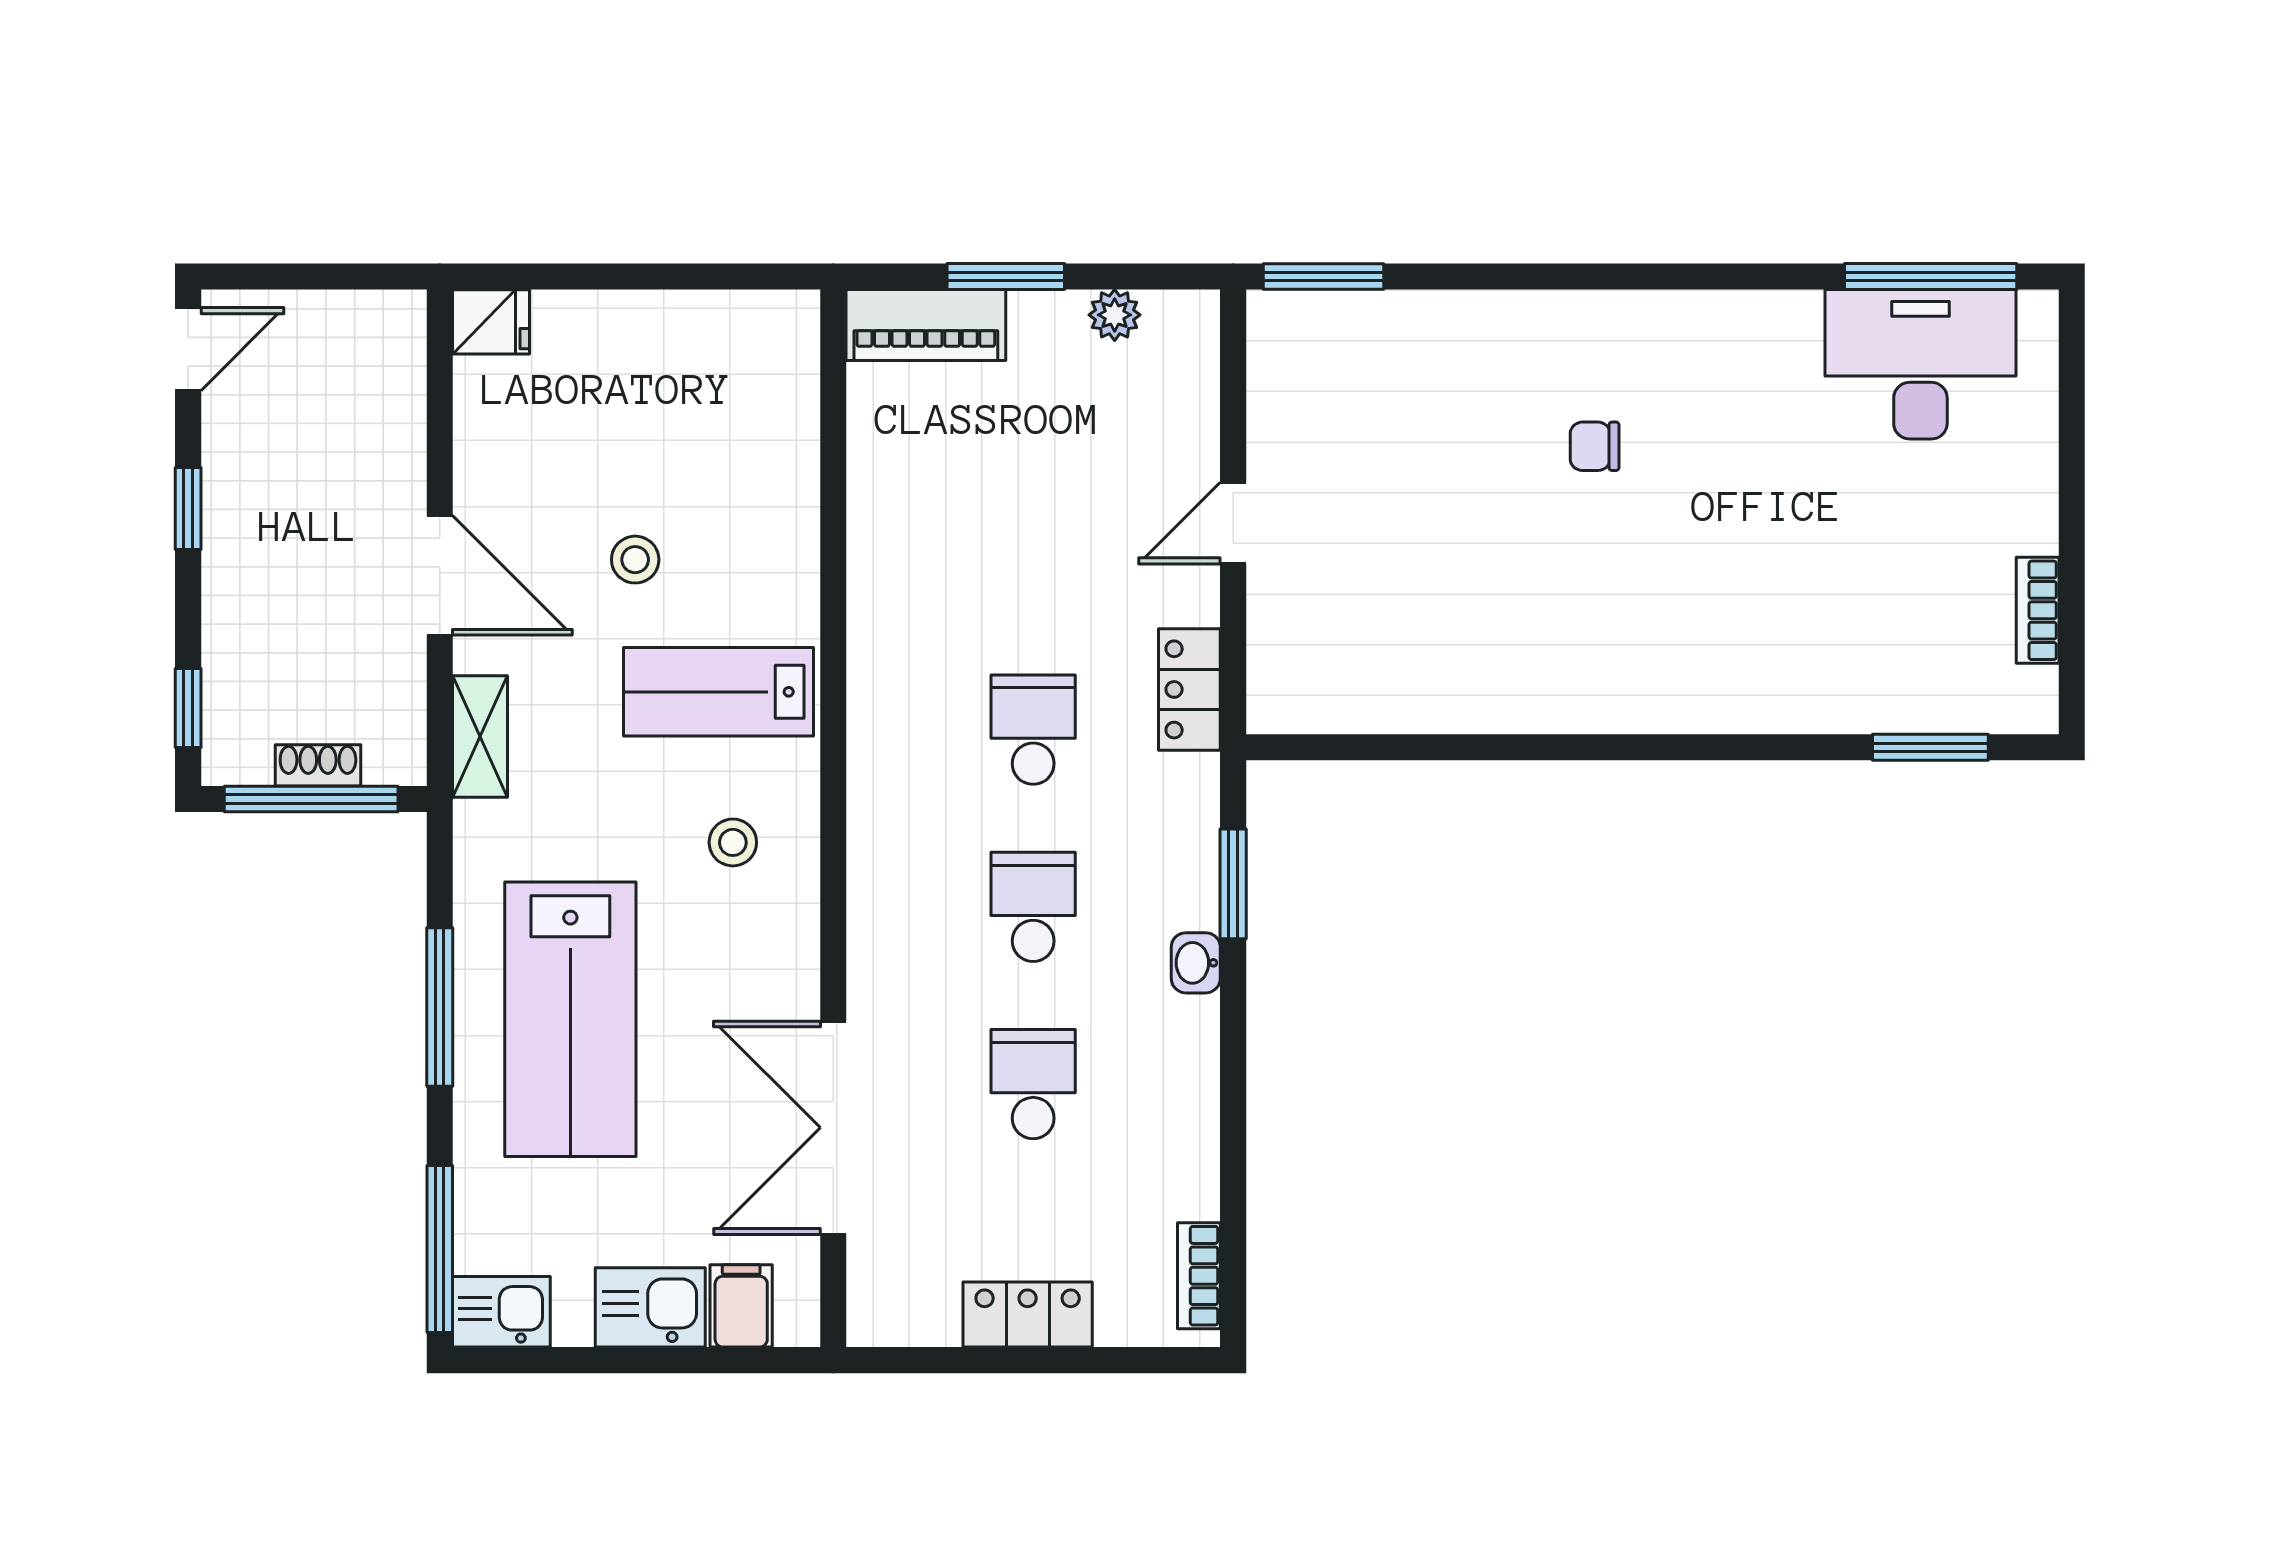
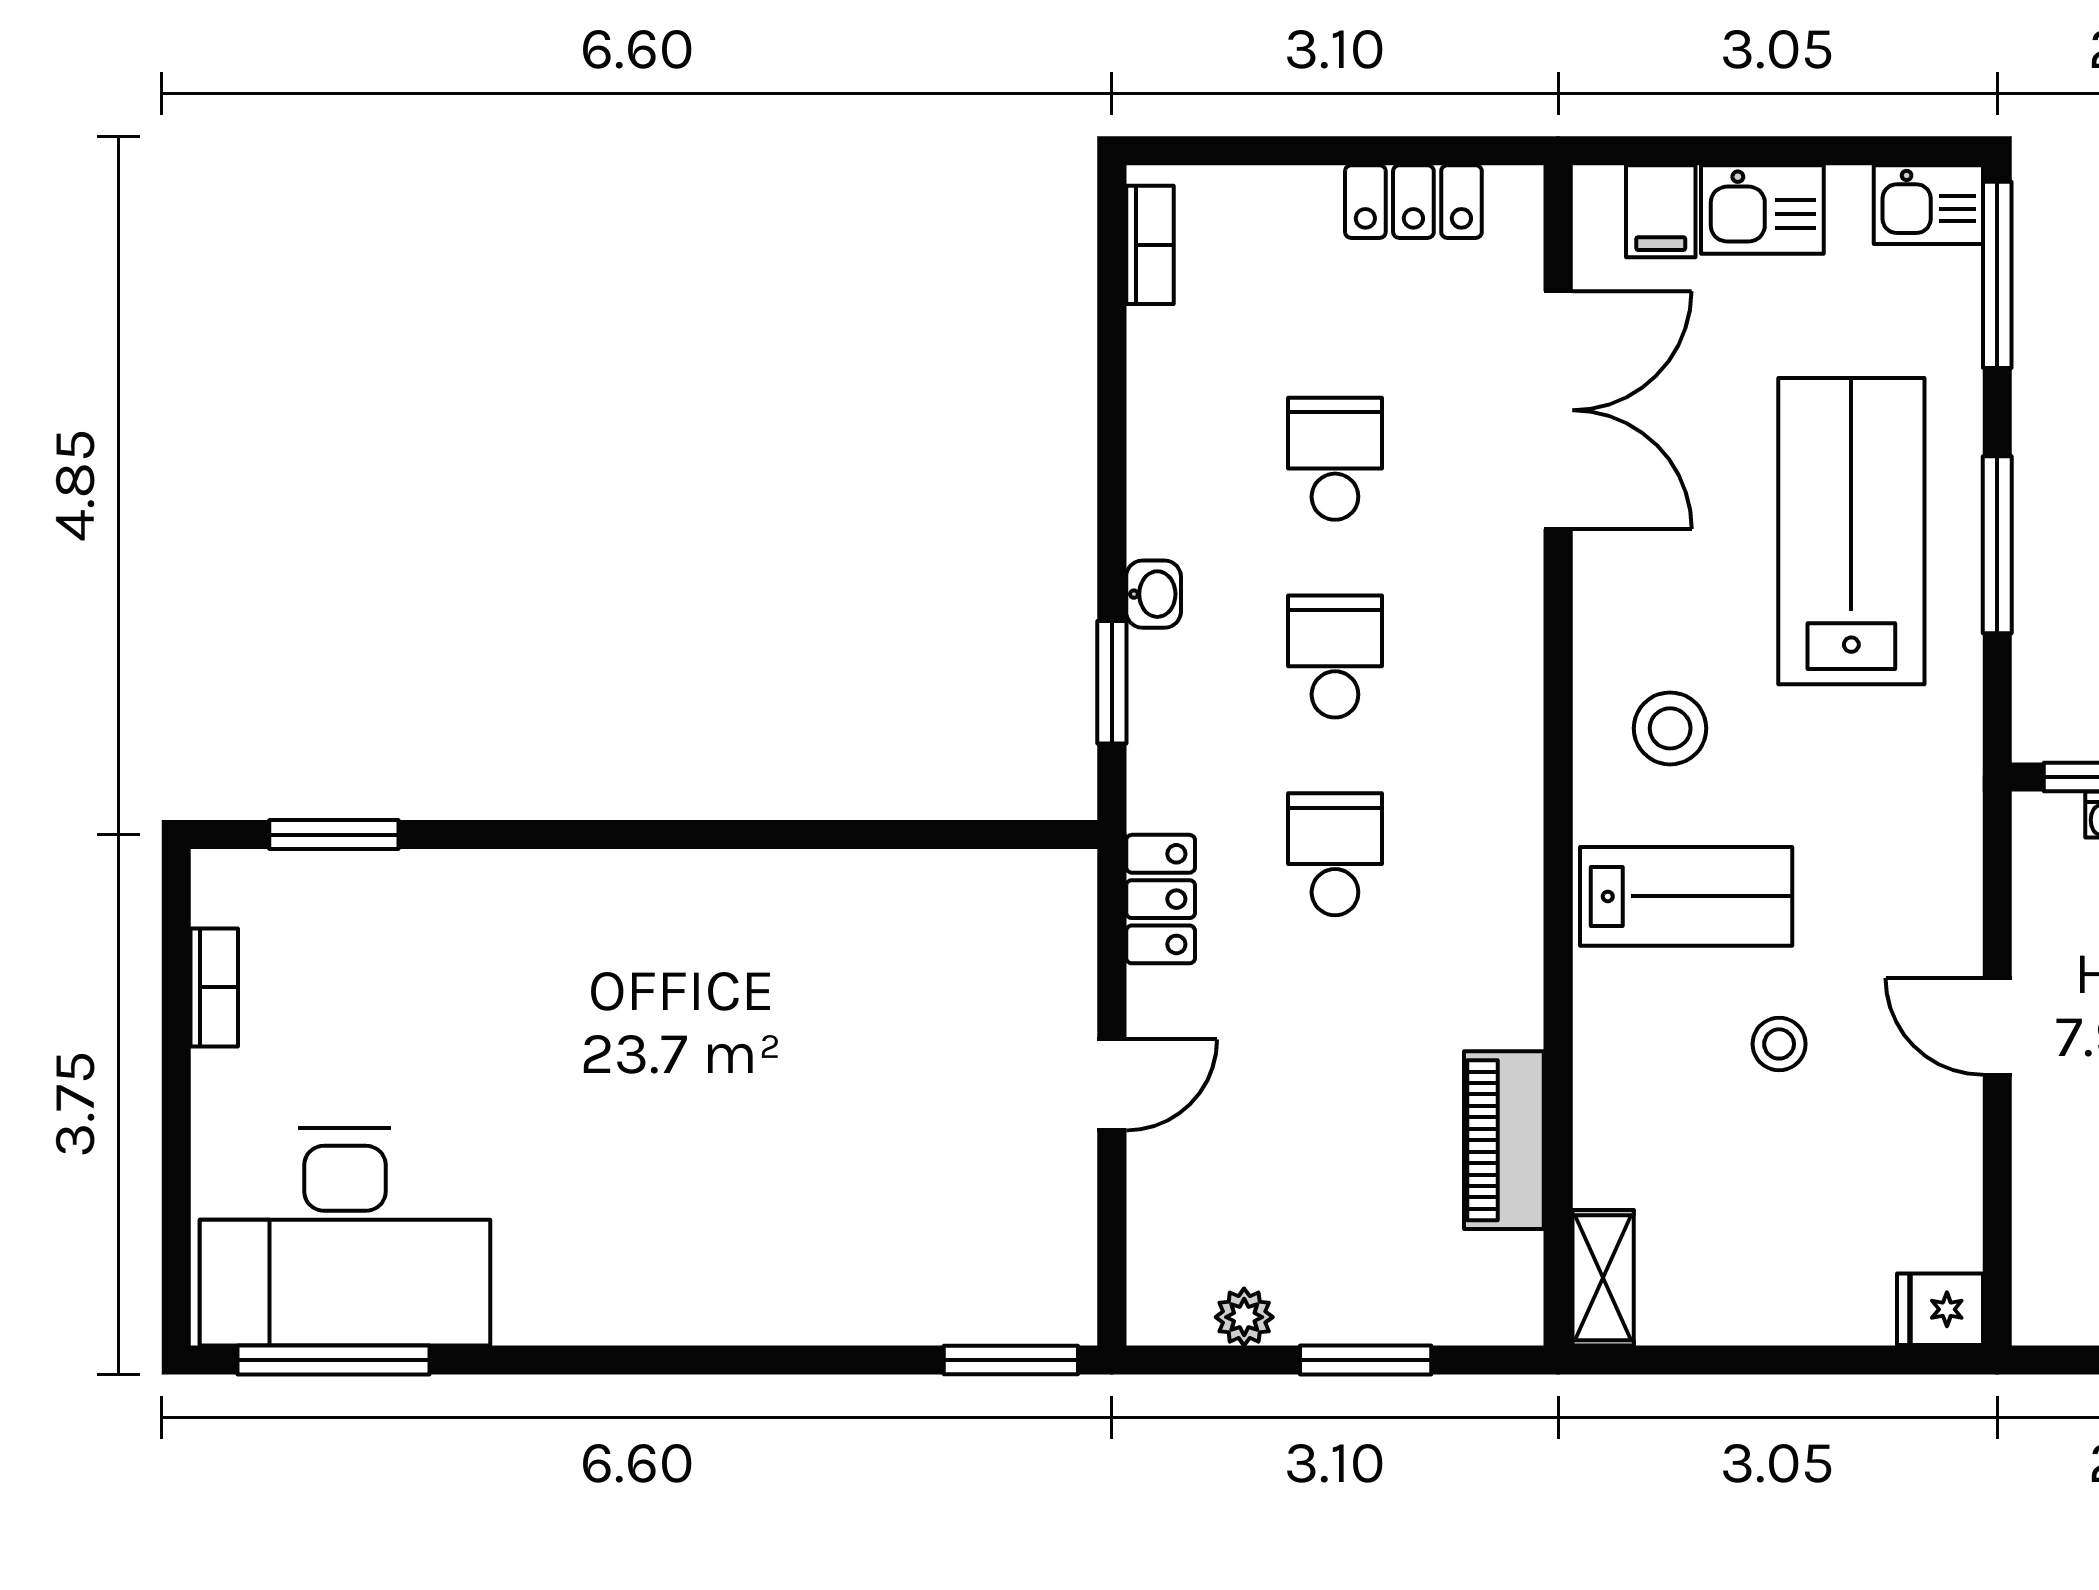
piano: (926, 325) -> (1504, 1140), moved, turned -90
desk: (1920, 364) -> (345, 1237), width x1.36, depth x1.30
chair: (1595, 446) -> (709, 1170), removed
door: (440, 575) -> (1997, 1026), width x0.73
school desk: (1033, 730) -> (1335, 854), turned 180
shelving: (480, 737) -> (1603, 1278), moved
stool: (733, 842) -> (1670, 728), width x1.37, depth x1.37
school desk: (1033, 907) -> (1335, 657), turned 180
school desk: (1033, 1084) -> (1335, 459), turned 180
locker: (1028, 1315) -> (1413, 202), moved

